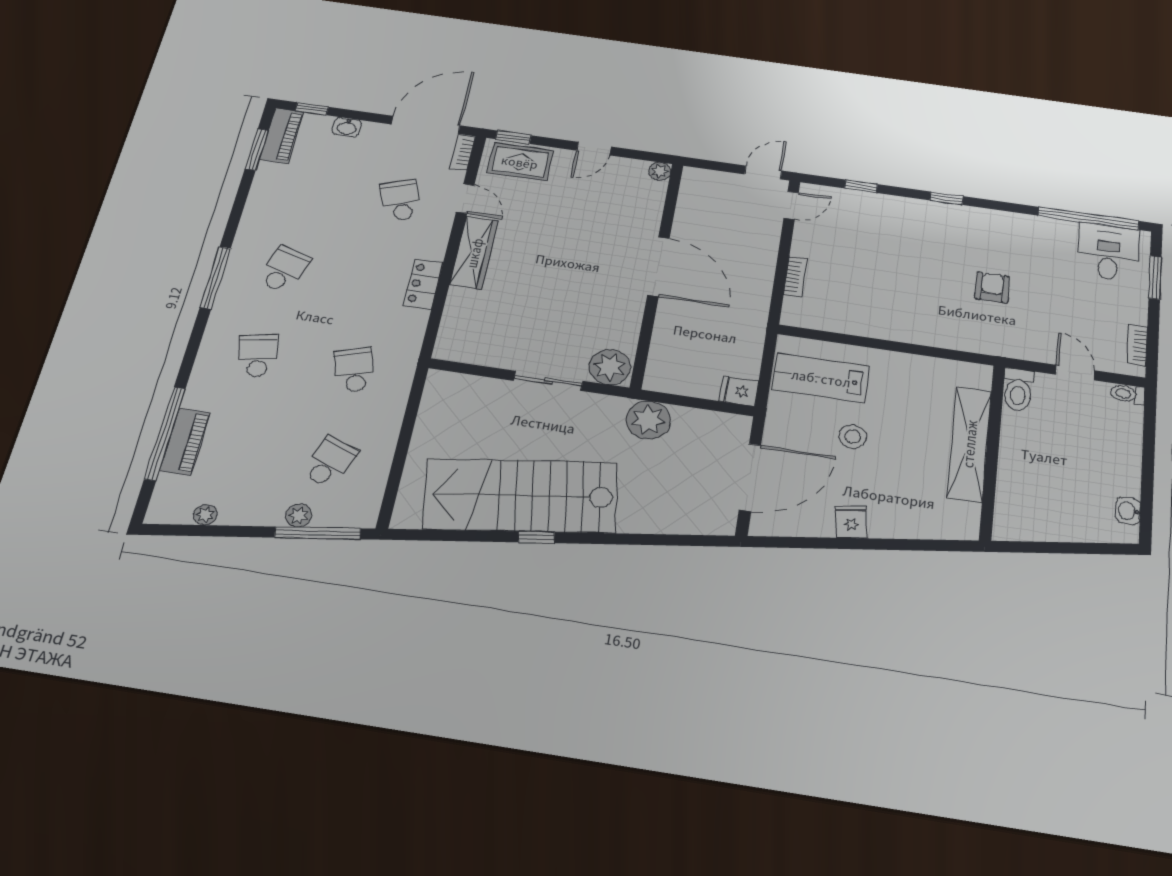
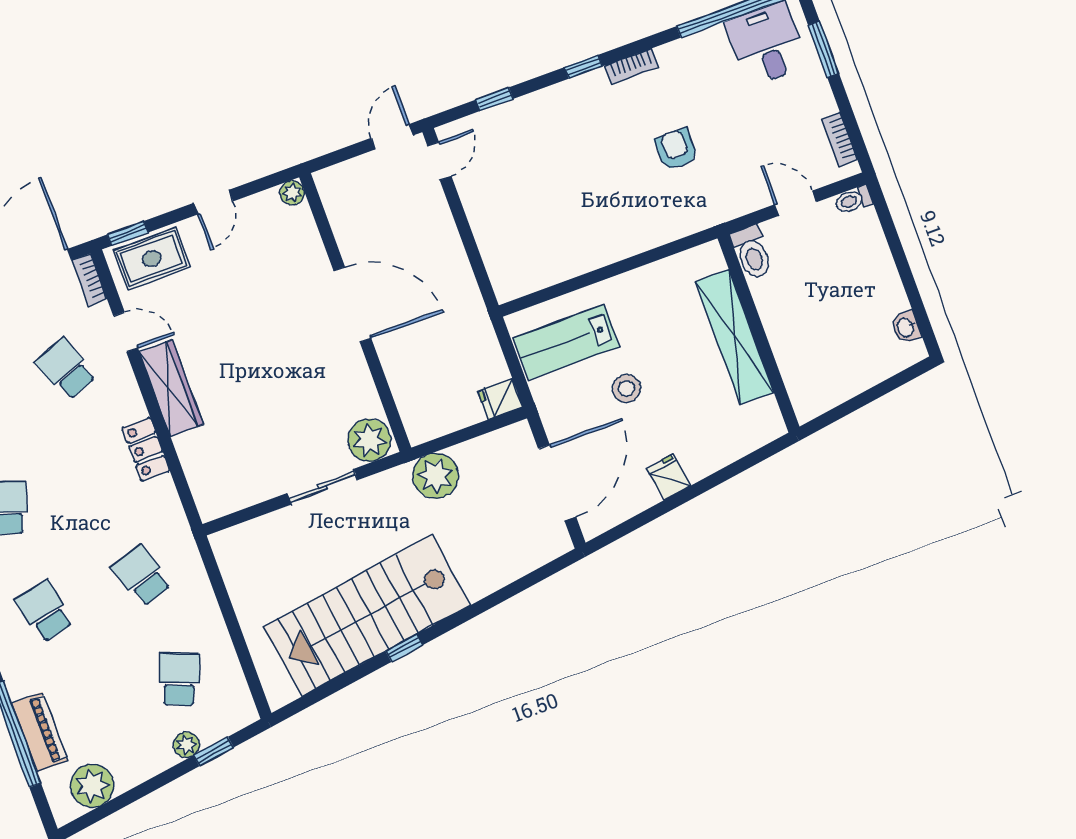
bookcase: (796, 277) -> (632, 66), moved, turned 90
plant: (205, 515) -> (92, 786), width x1.87, depth x1.87
window: (318, 533) -> (214, 751), width x0.46

